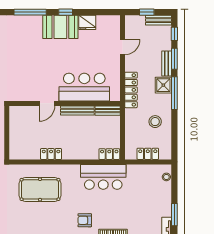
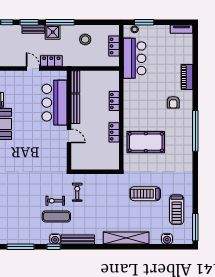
door: (122, 47) -> (33, 69), moved
locker: (131, 90) -> (51, 61), width x0.66
locker: (109, 154) -> (114, 101), moved
bar counter: (103, 177) -> (135, 58), moved
pool table: (40, 189) -> (146, 142), turned 90
window: (174, 215) -> (144, 22), moved

